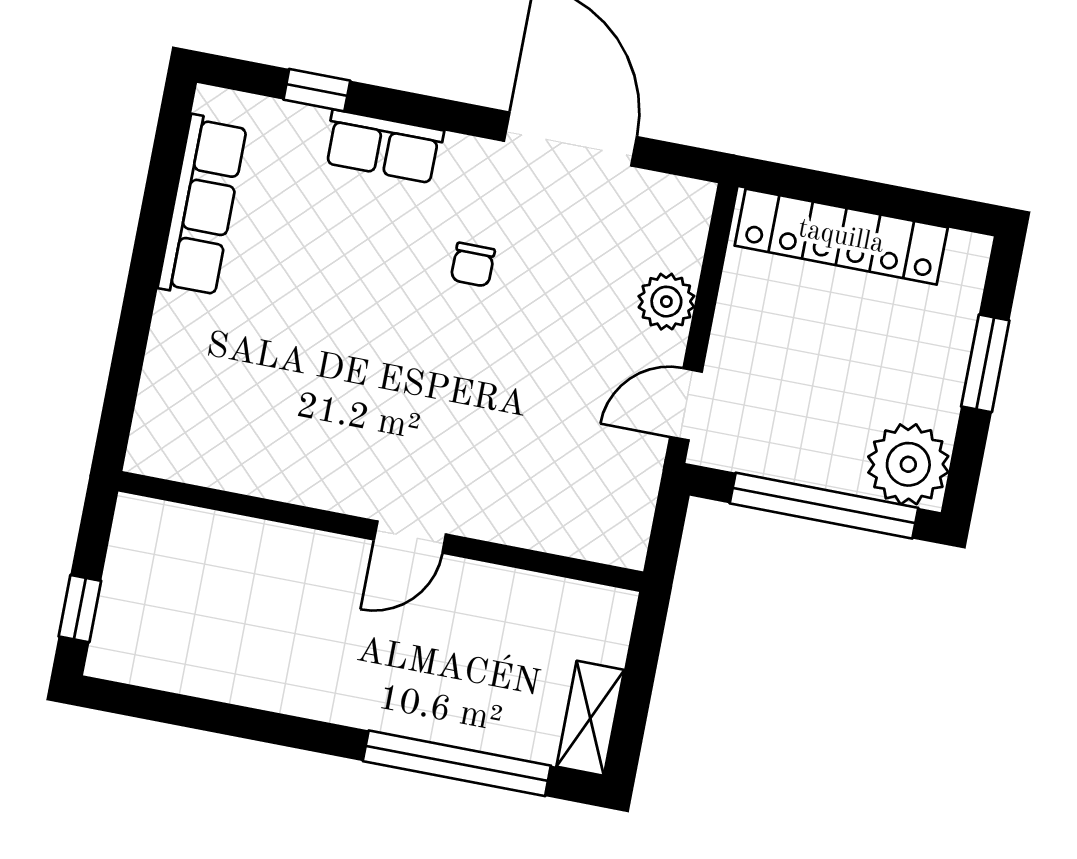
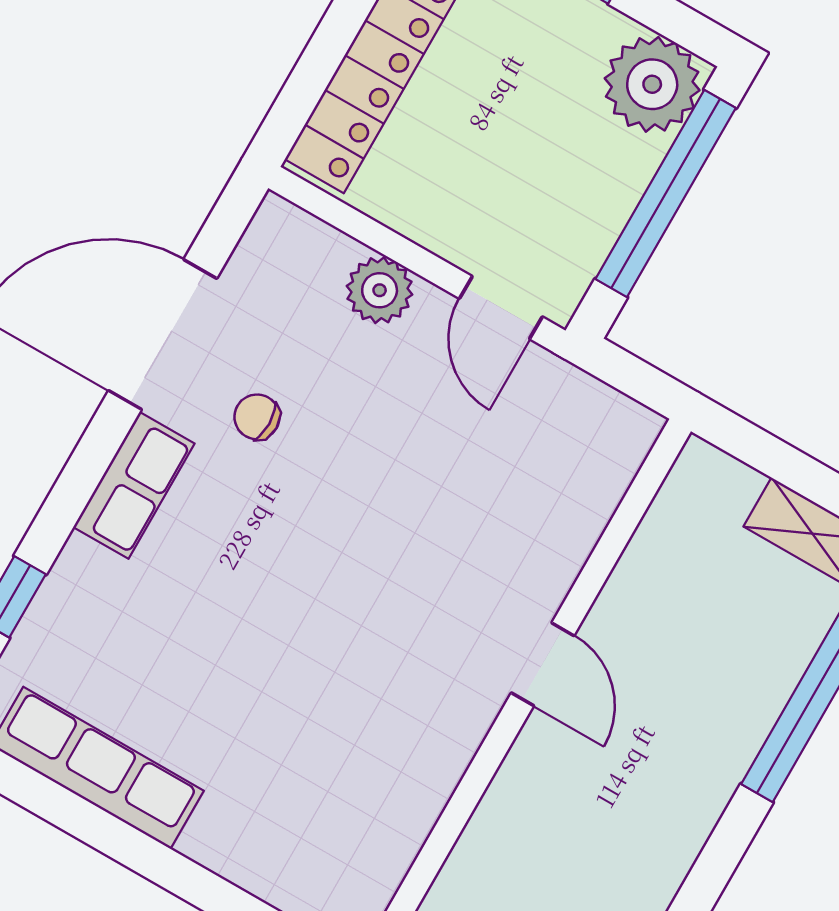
row of seats: (383, 147) -> (134, 485), moved
chair: (473, 265) -> (257, 417), moved, turned 180

